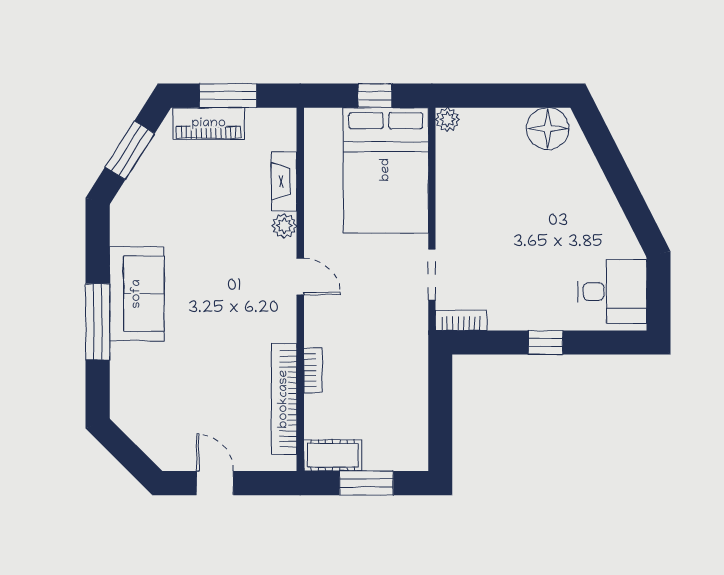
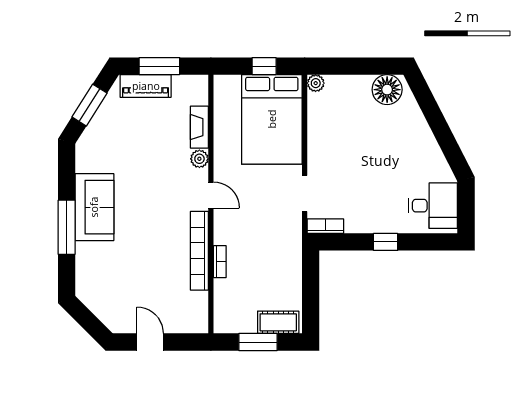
bookcase: (284, 399) -> (199, 251), moved
cot: (333, 455) -> (278, 322), moved

